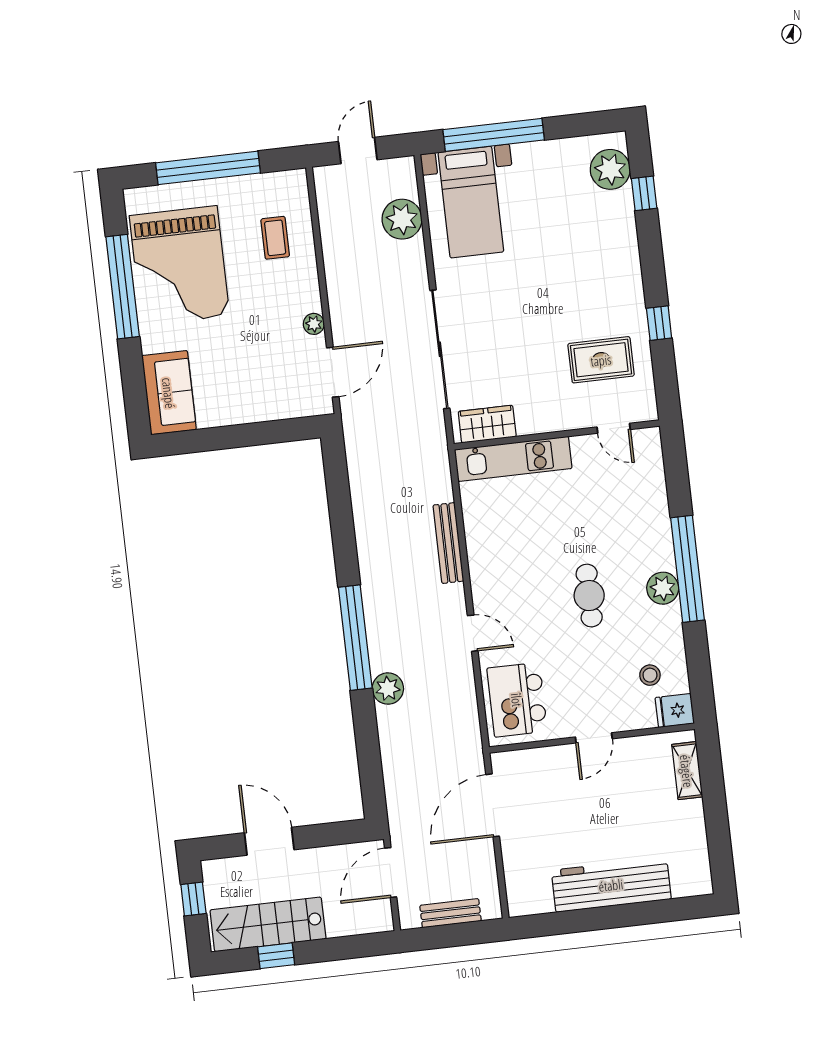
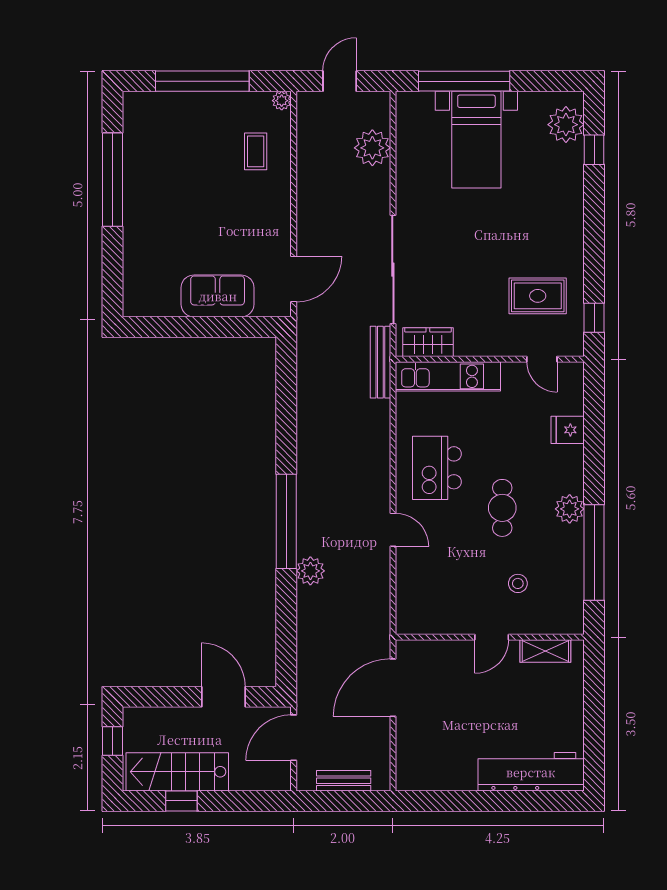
bed with nightstands: (471, 202) -> (476, 140), moved
grand piano: (179, 266) -> (166, 167), removed
window: (659, 323) -> (594, 318), moved
plant: (314, 324) -> (282, 101), moved
sofa: (169, 393) -> (218, 296), moved, turned -90
bench: (448, 543) -> (380, 362), moved
window: (688, 569) -> (594, 553), moved
stool: (650, 675) -> (518, 583), moved
kitchen island: (517, 700) -> (437, 468), moved
fridge: (675, 711) -> (568, 430), moved
shelving: (687, 771) -> (545, 651), moved, turned 90
door: (269, 841) -> (223, 697), moved
workbench: (611, 885) -> (531, 772), moved

